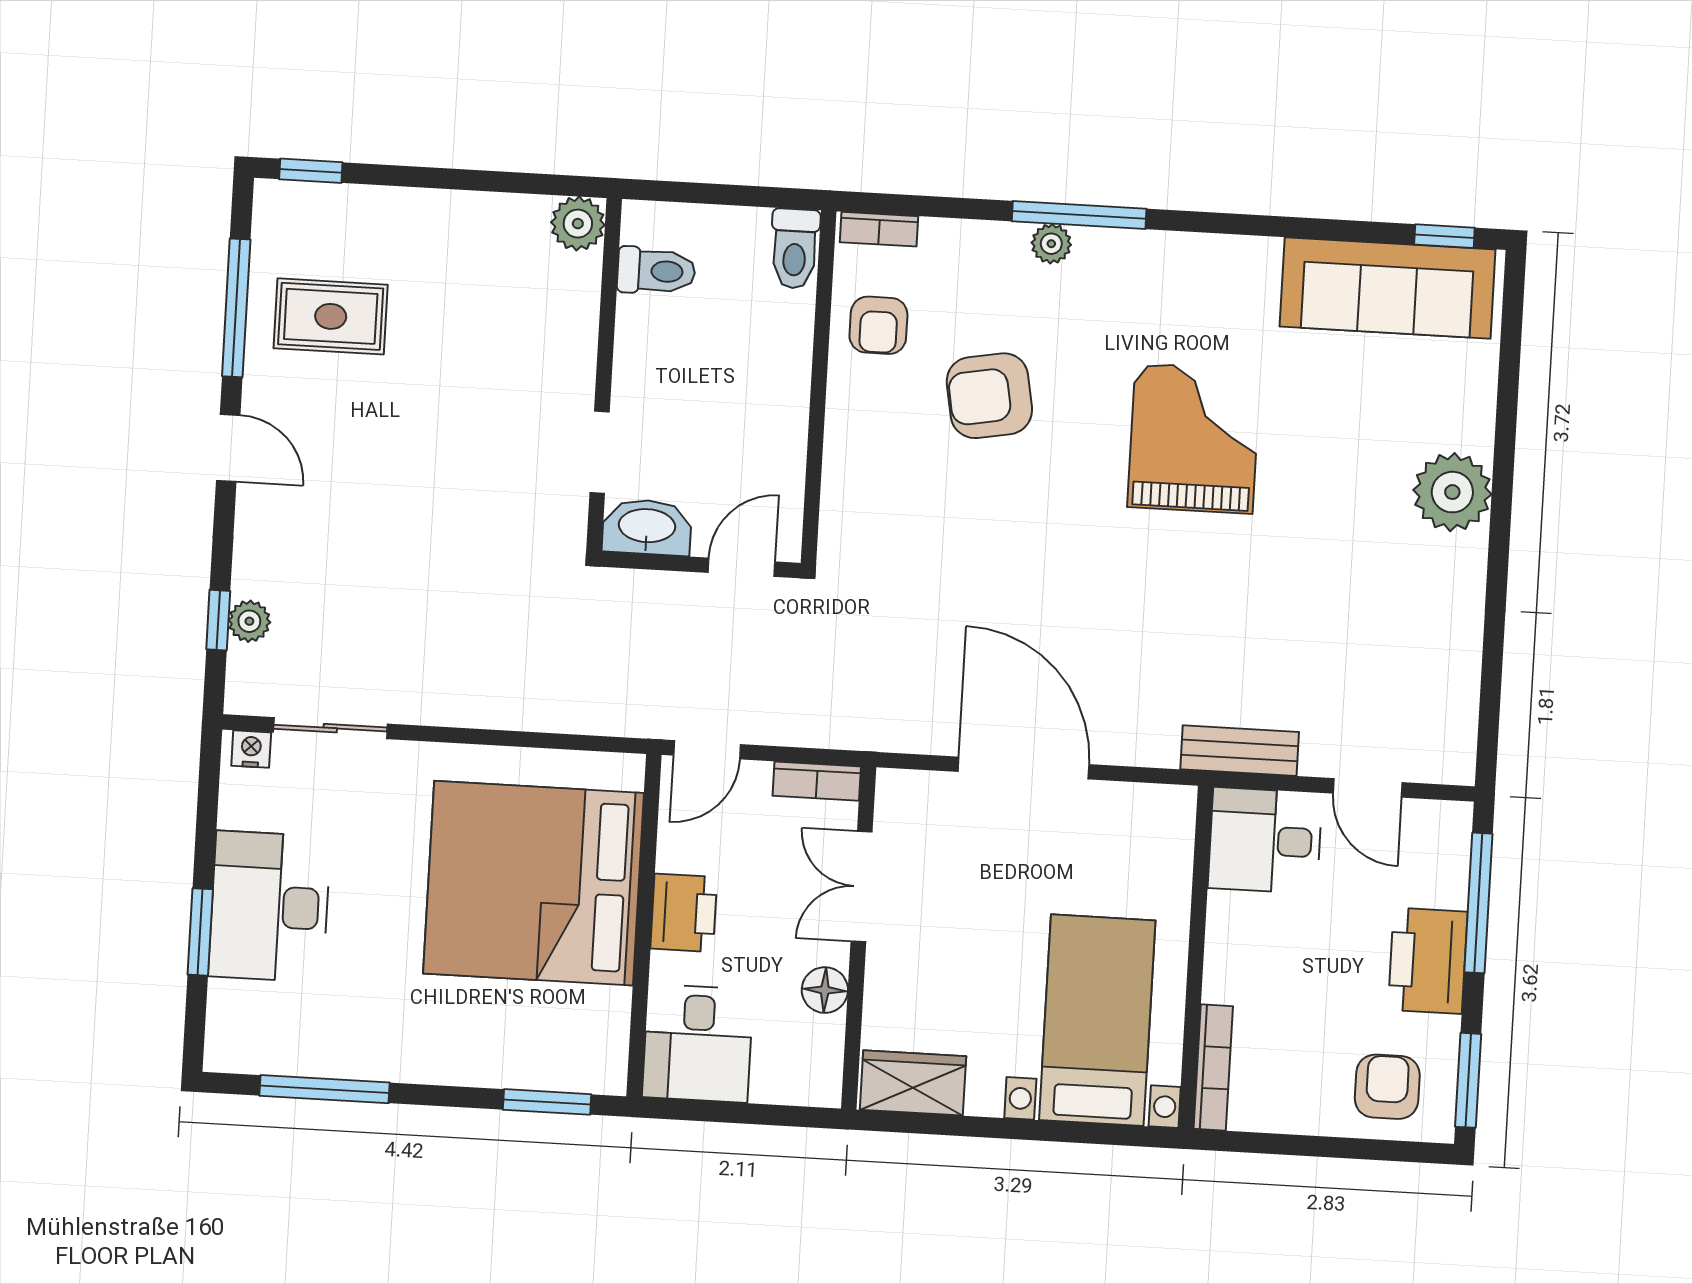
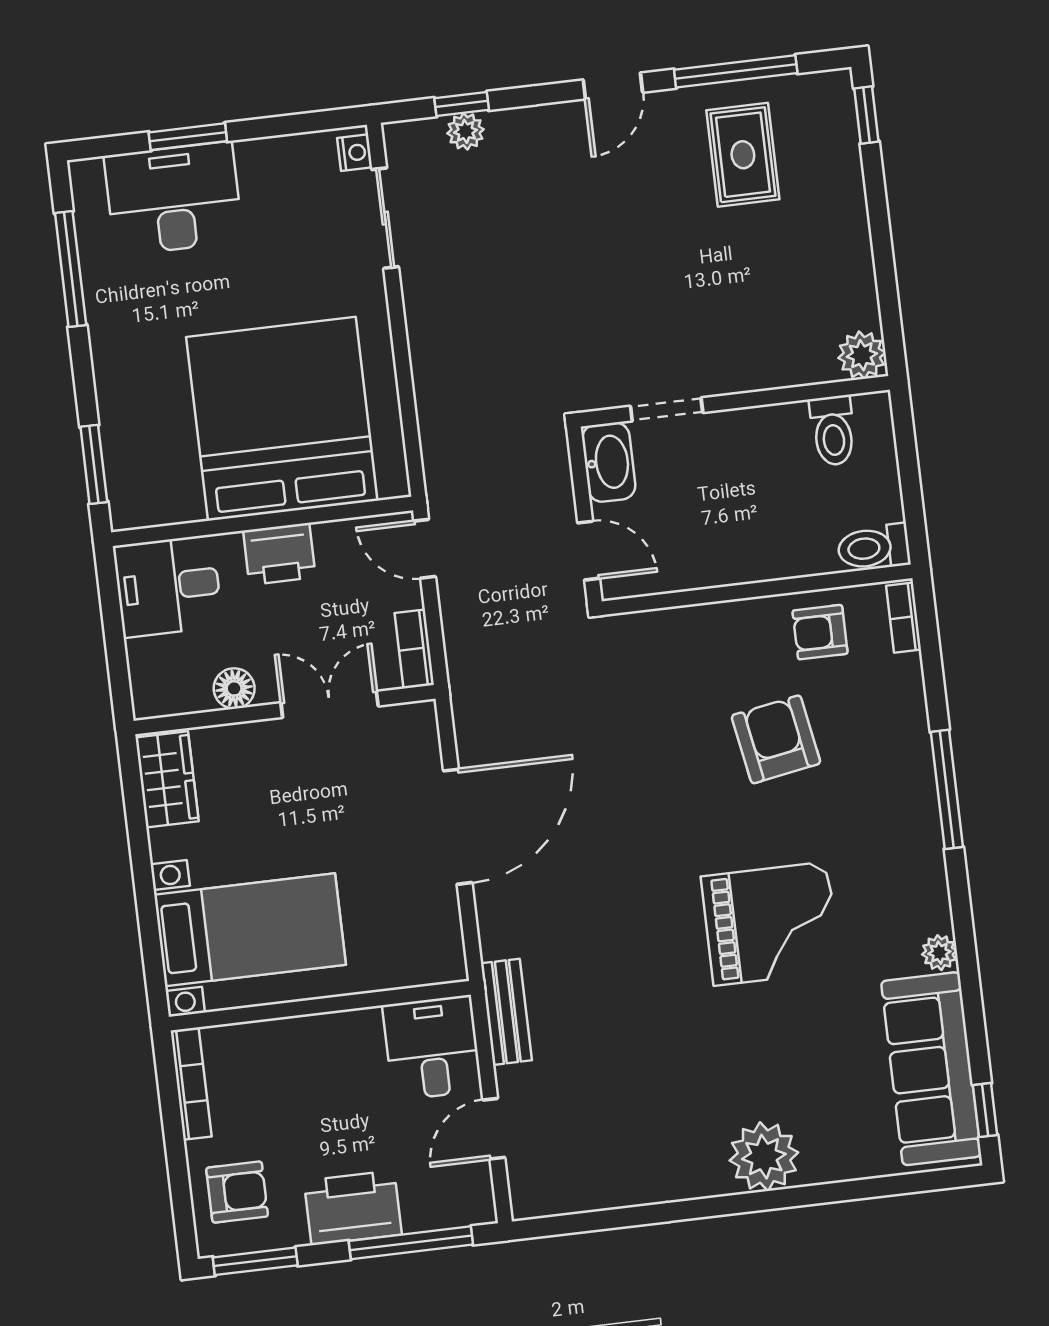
plant: (1051, 244) -> (939, 953), moved
desk: (270, 907) -> (174, 199), moved
bookcase: (1213, 1068) -> (191, 1083), moved, turned -90

